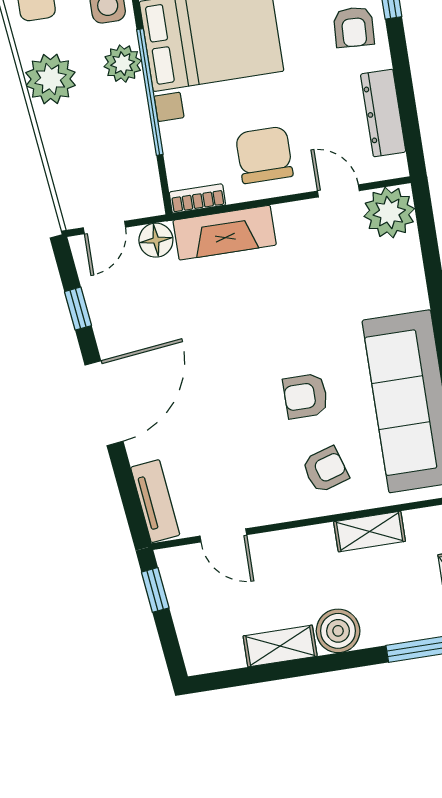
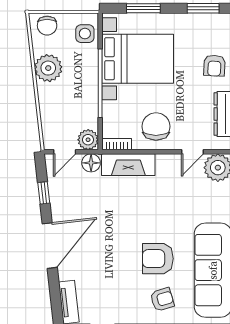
plant: (123, 64) -> (88, 140), moved
door: (338, 191) -> (192, 152), swing flipped
armchair: (306, 396) -> (158, 259), width x1.38, depth x1.38

